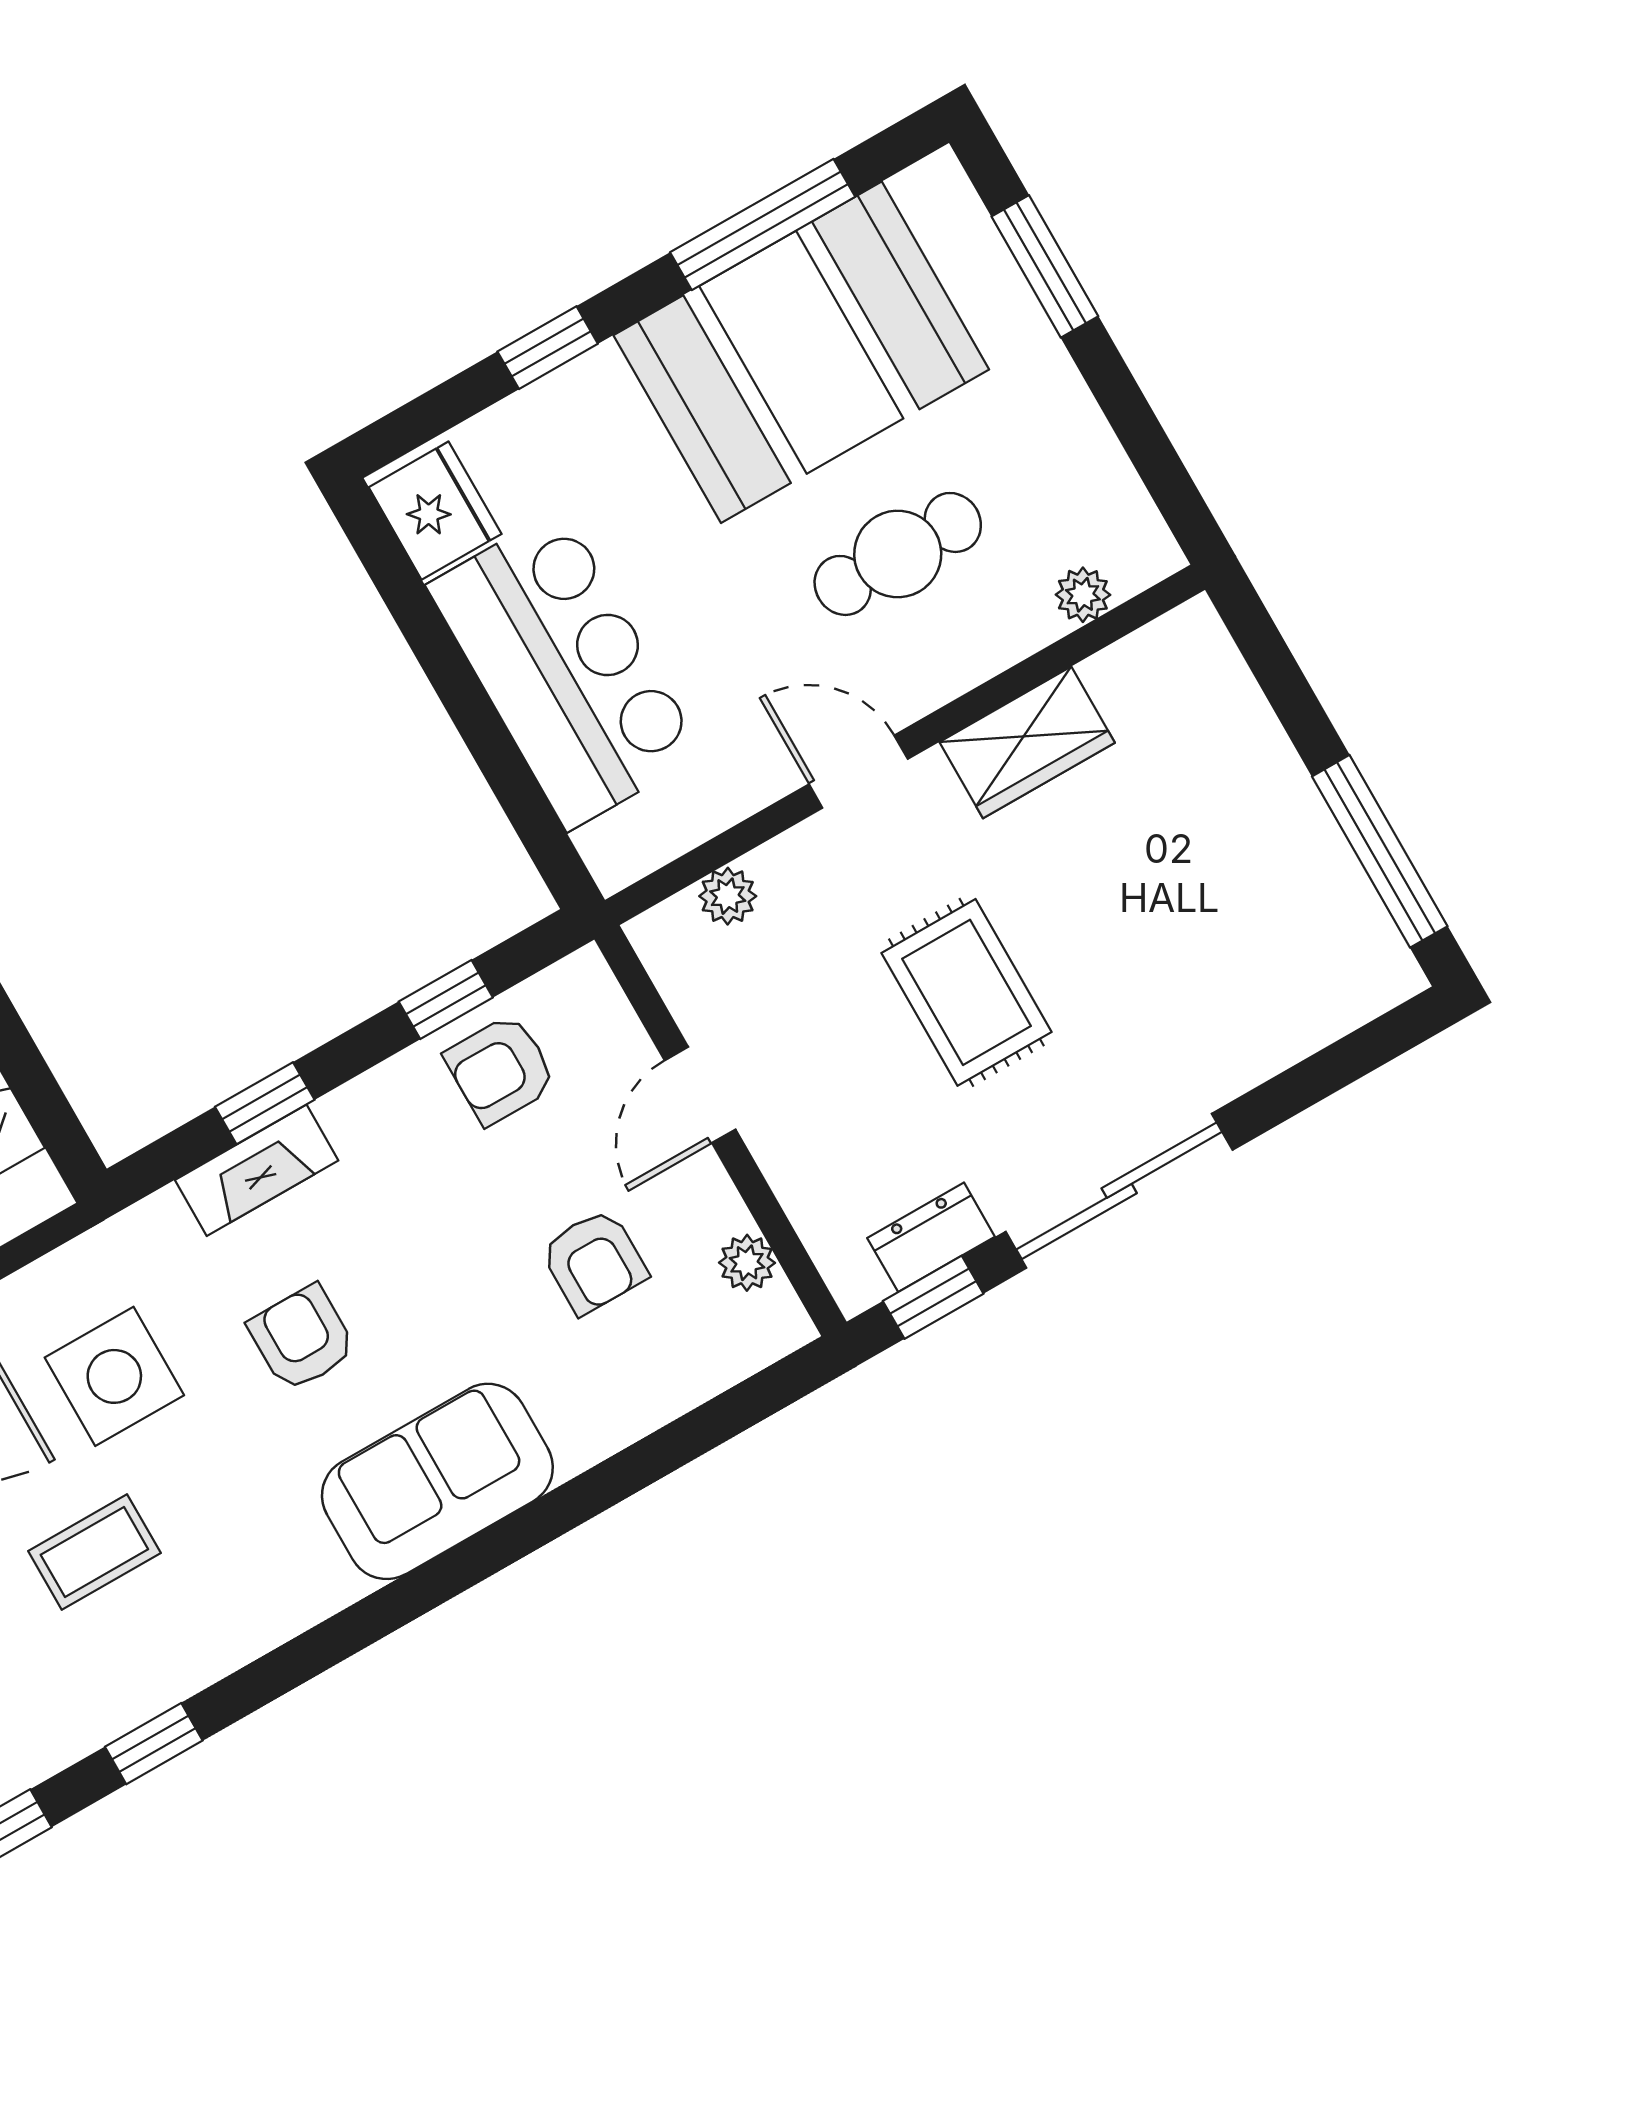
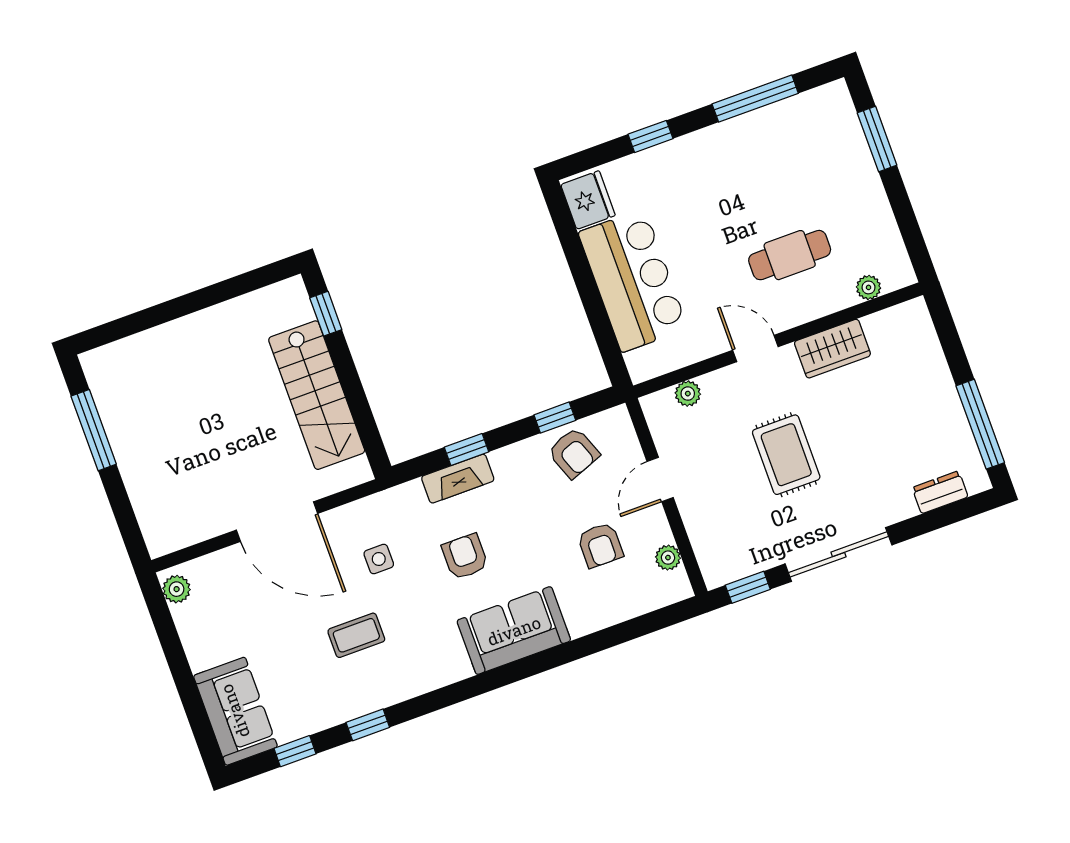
booth: (801, 352) -> (762, 158), removed
armchair: (501, 1070) -> (574, 453), turned -111
dresser: (931, 1237) -> (940, 492), moved
side table: (114, 1376) -> (379, 559), width x0.54, depth x0.54

